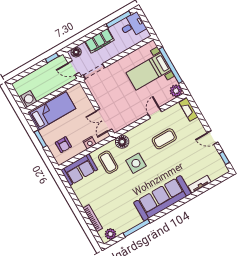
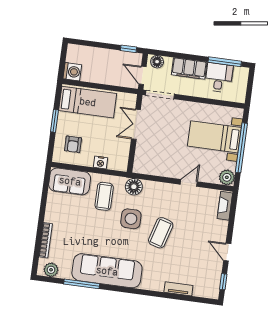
desk: (133, 25) -> (219, 78), moved, turned -90
double door: (104, 120) -> (136, 124), moved
coffee table: (164, 139) -> (161, 233), moved, turned -74
sofa: (162, 198) -> (107, 271), moved

